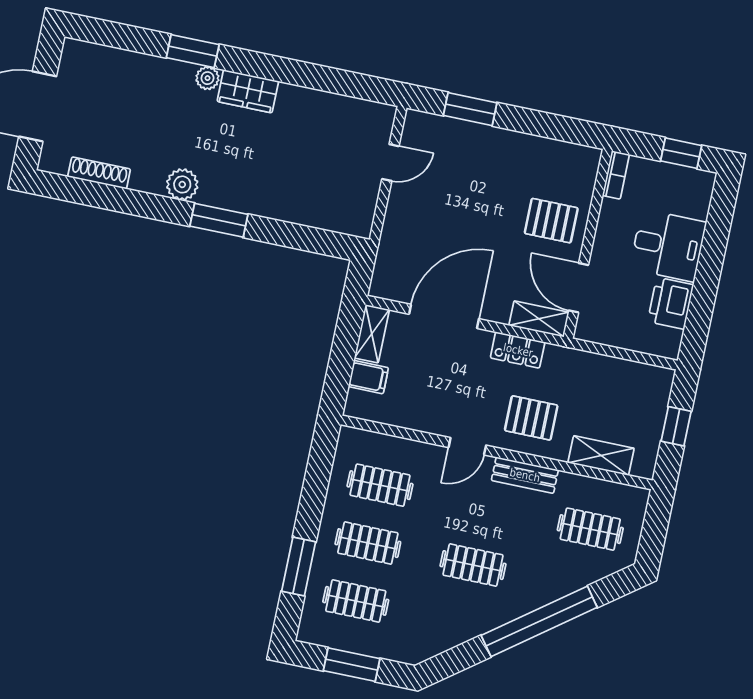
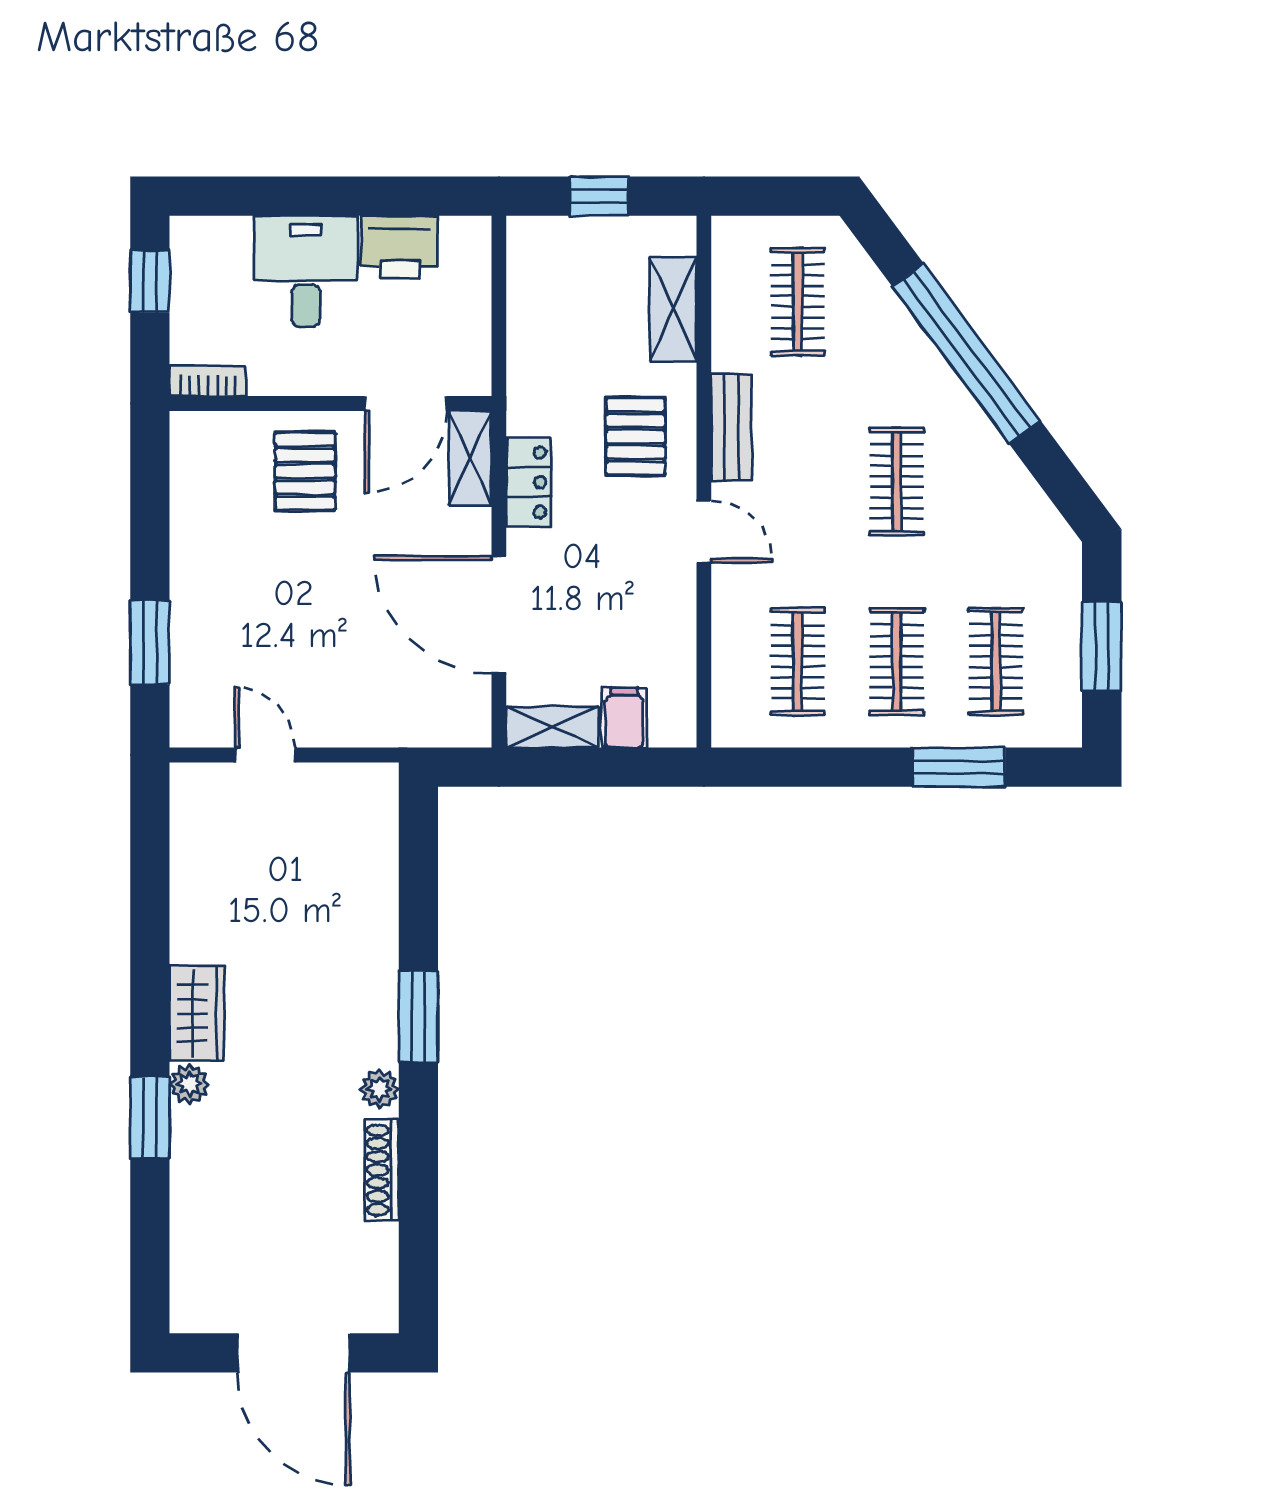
shoe rack: (99, 173) -> (382, 1170), moved
plant: (182, 184) -> (379, 1089), width x0.73, depth x0.73

